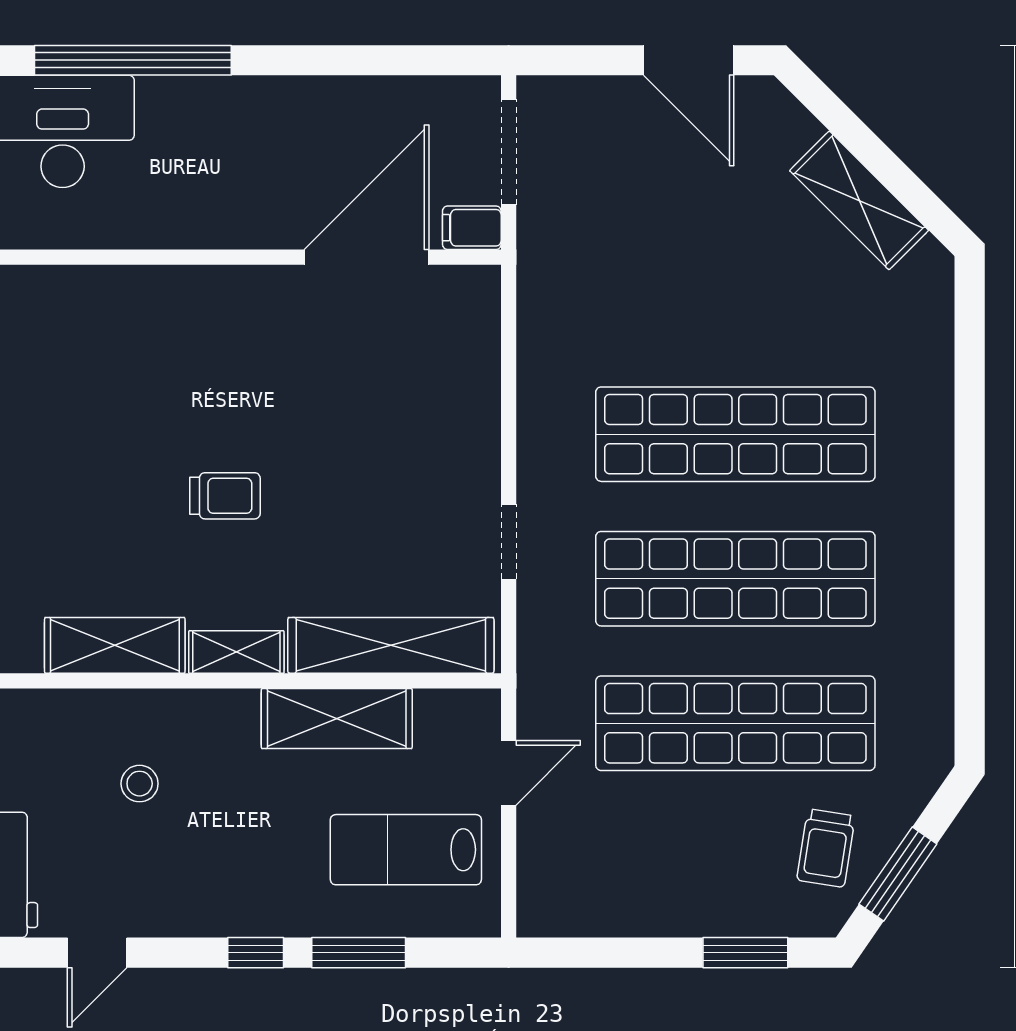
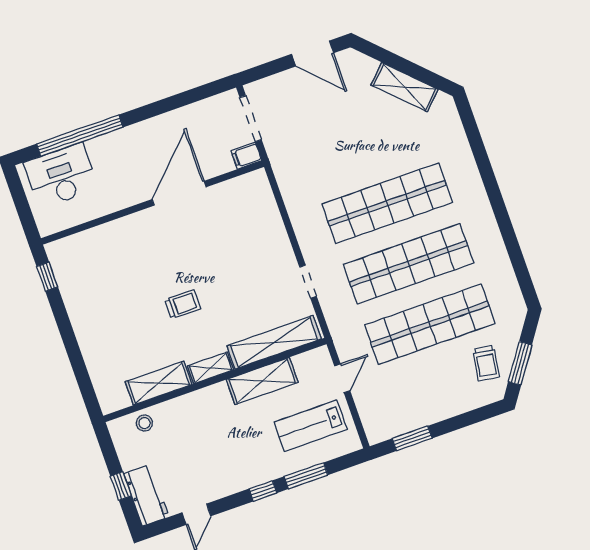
door: (366, 257) -> (179, 193), moved
stool: (140, 784) -> (144, 423), moved
window: (745, 953) -> (412, 438), moved

